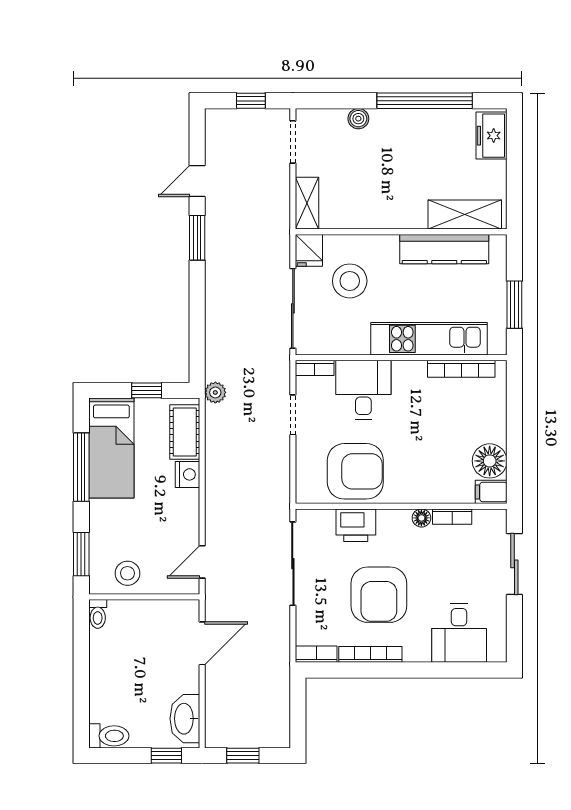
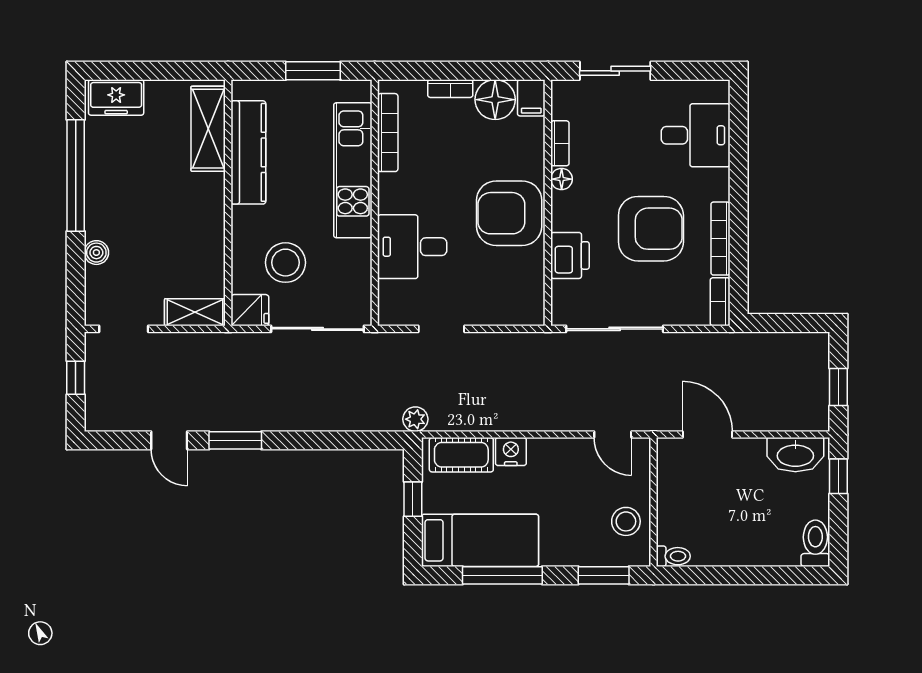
bookcase: (315, 368) -> (450, 89), moved, turned 90
armchair: (355, 471) -> (509, 213), moved, turned -90

